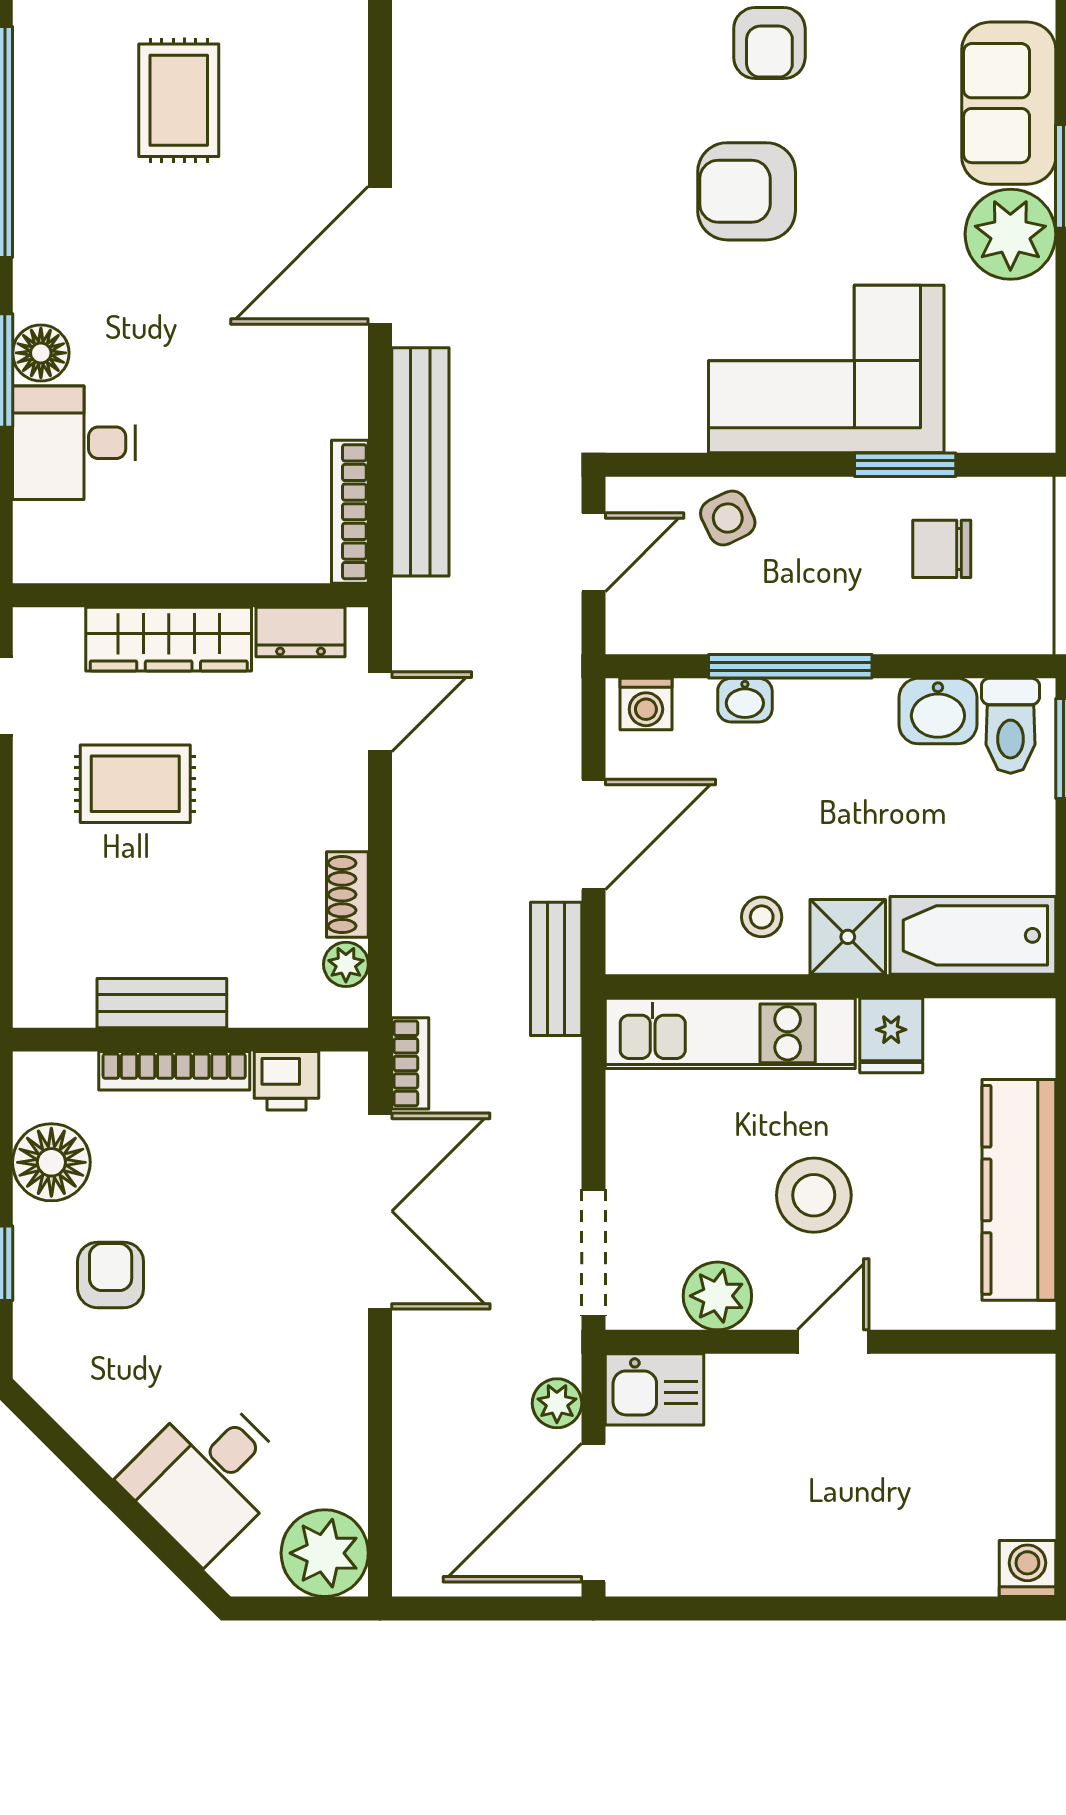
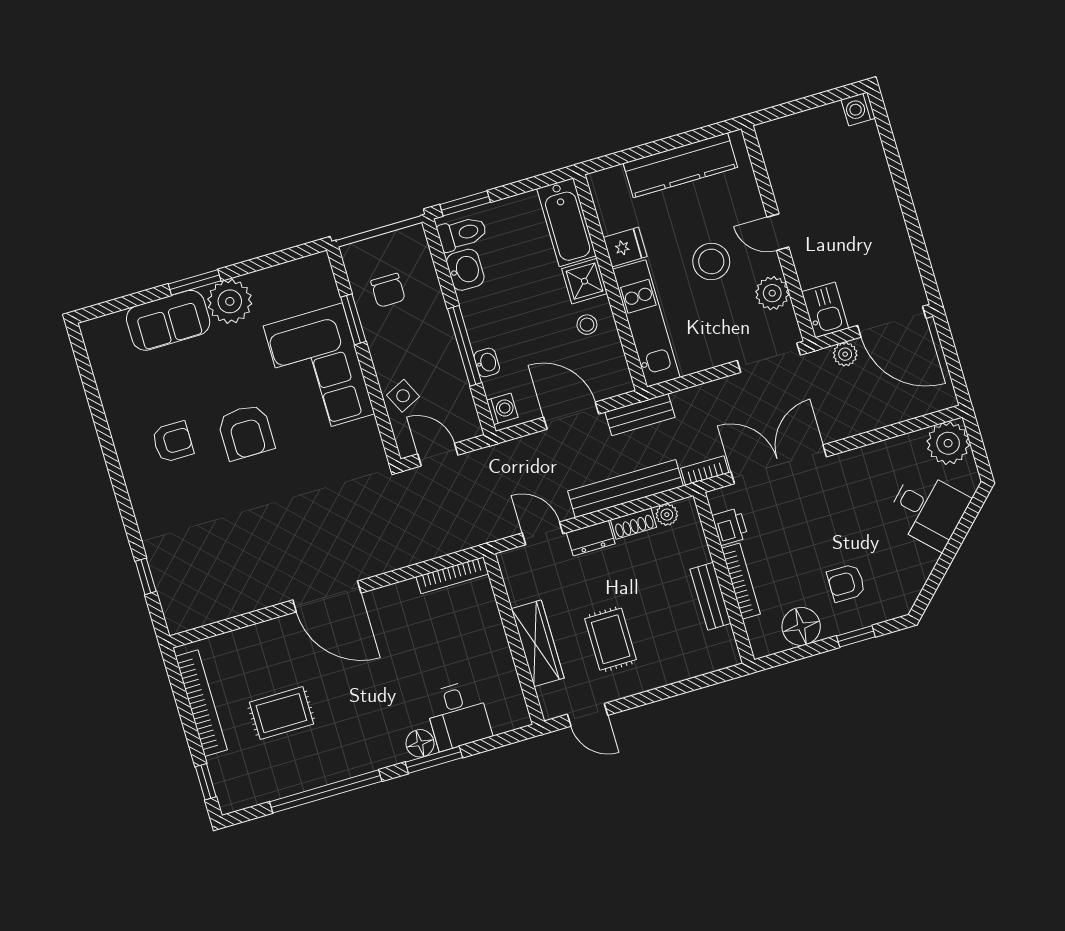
bench: (420, 462) -> (625, 488), moved
dresser: (301, 632) -> (591, 538), moved, turned 90

